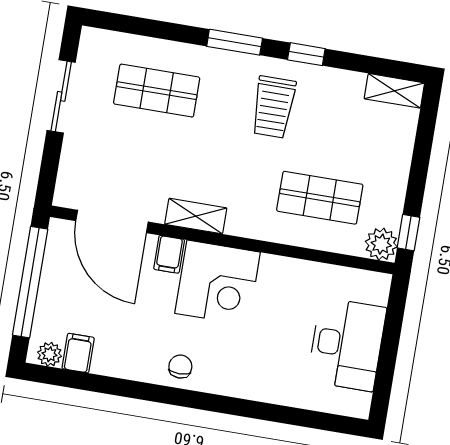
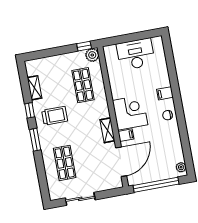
shelving: (394, 91) -> (34, 88), moved
filing cabinet: (78, 353) -> (165, 93), moved

